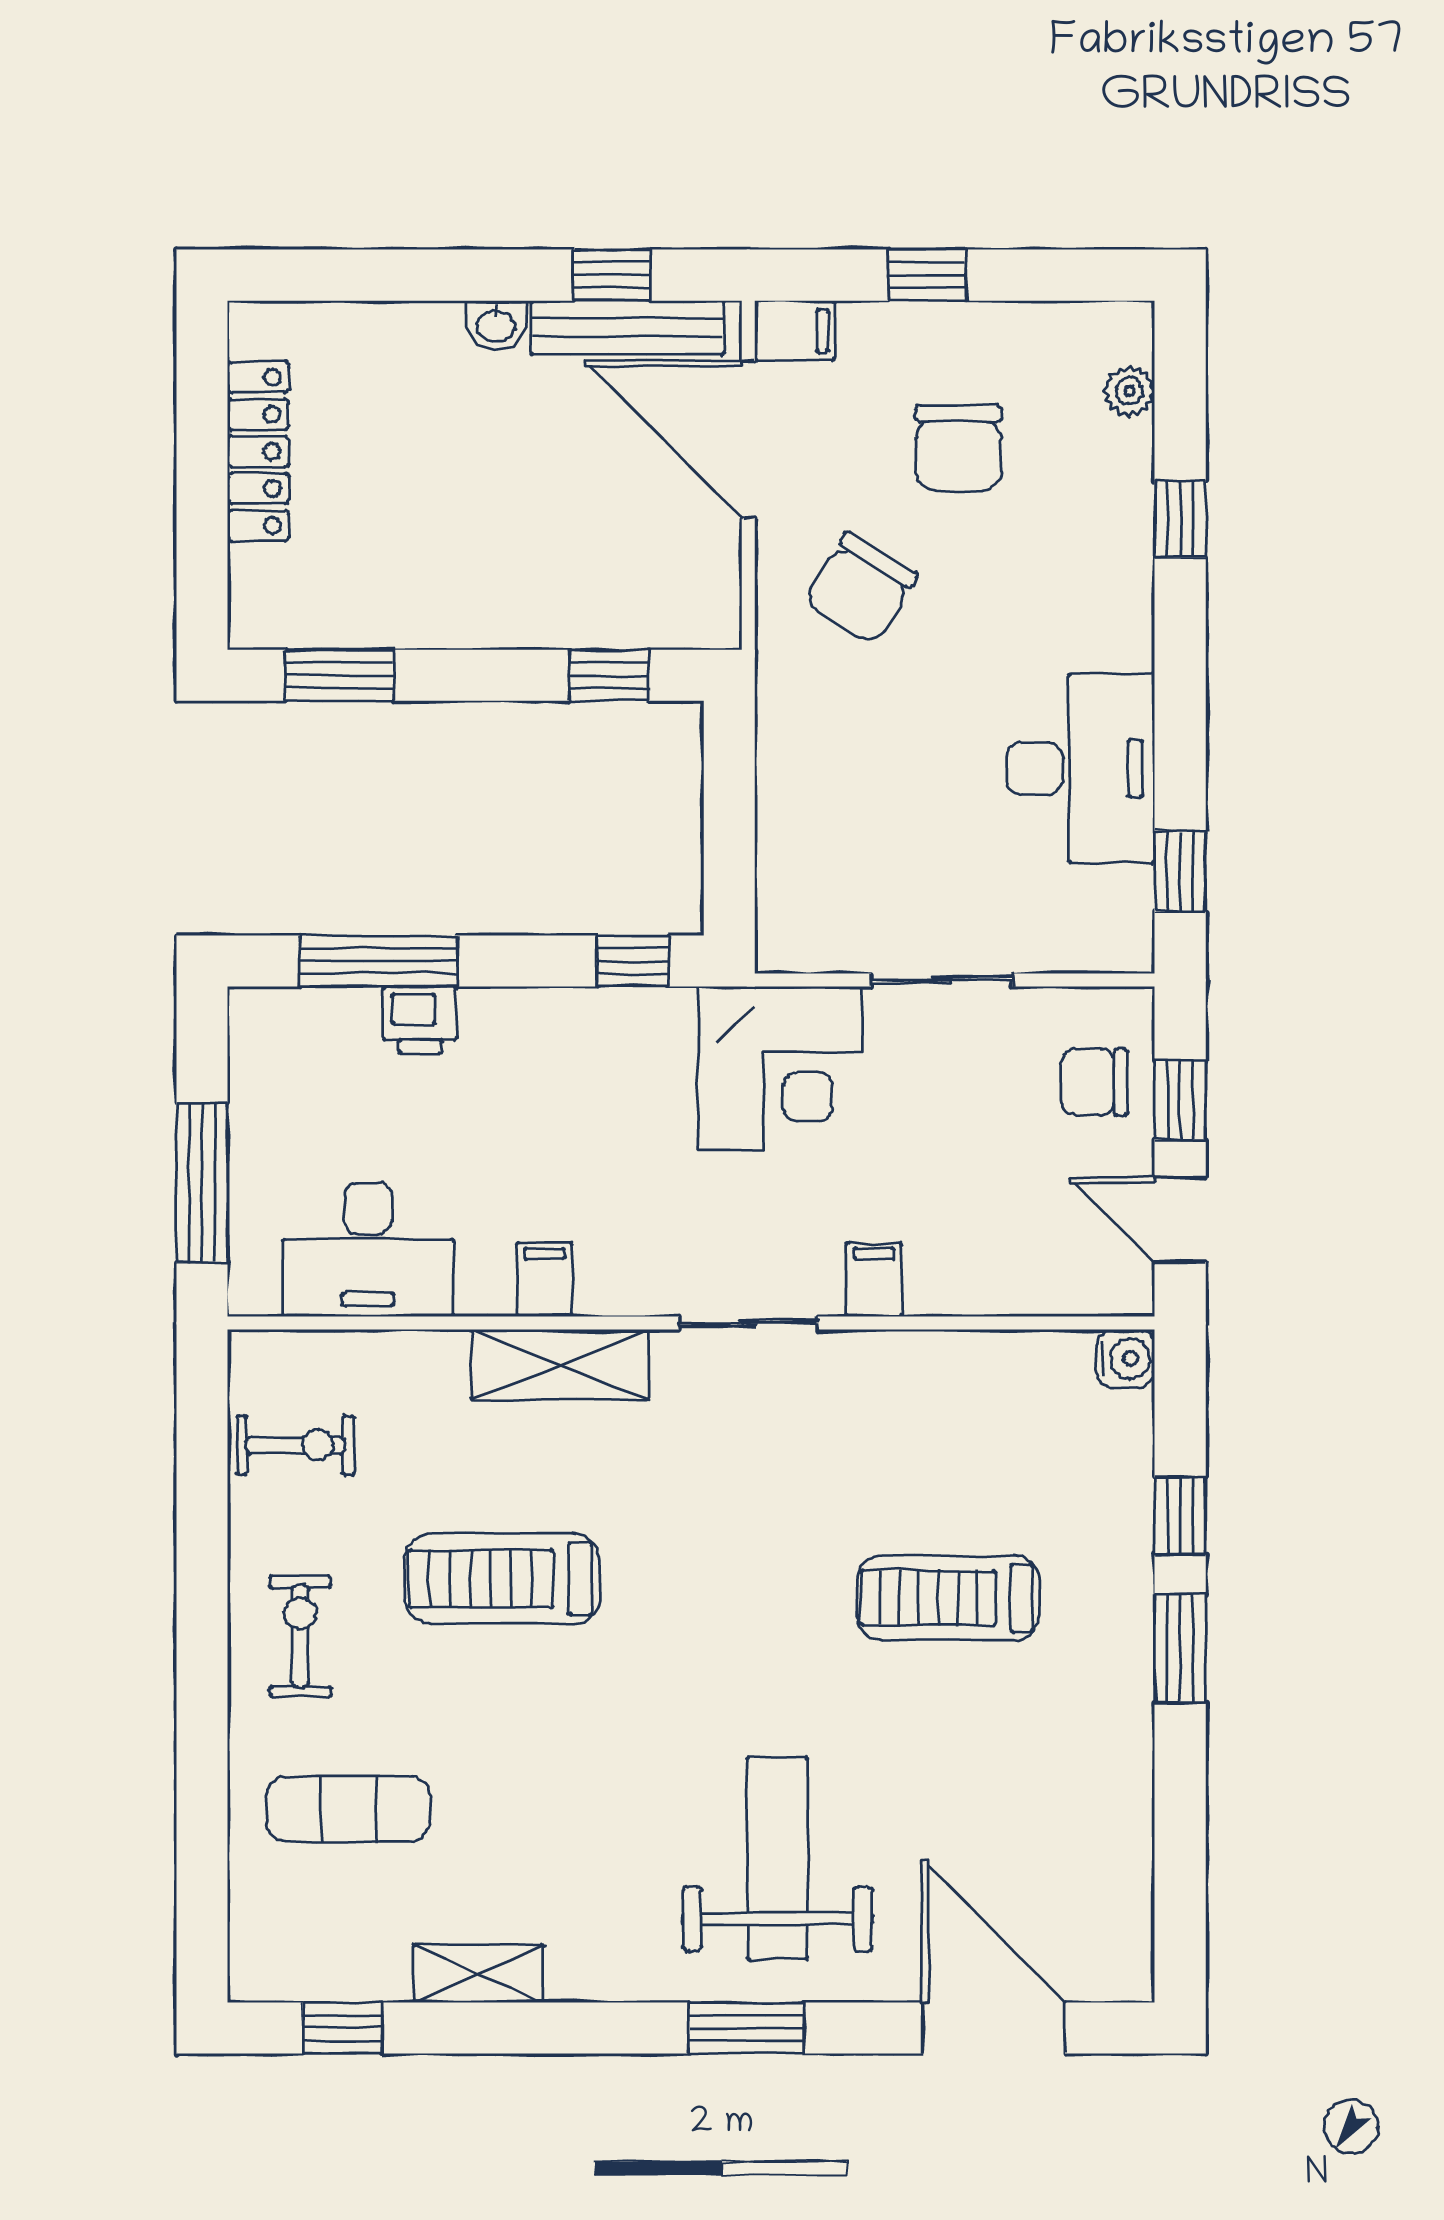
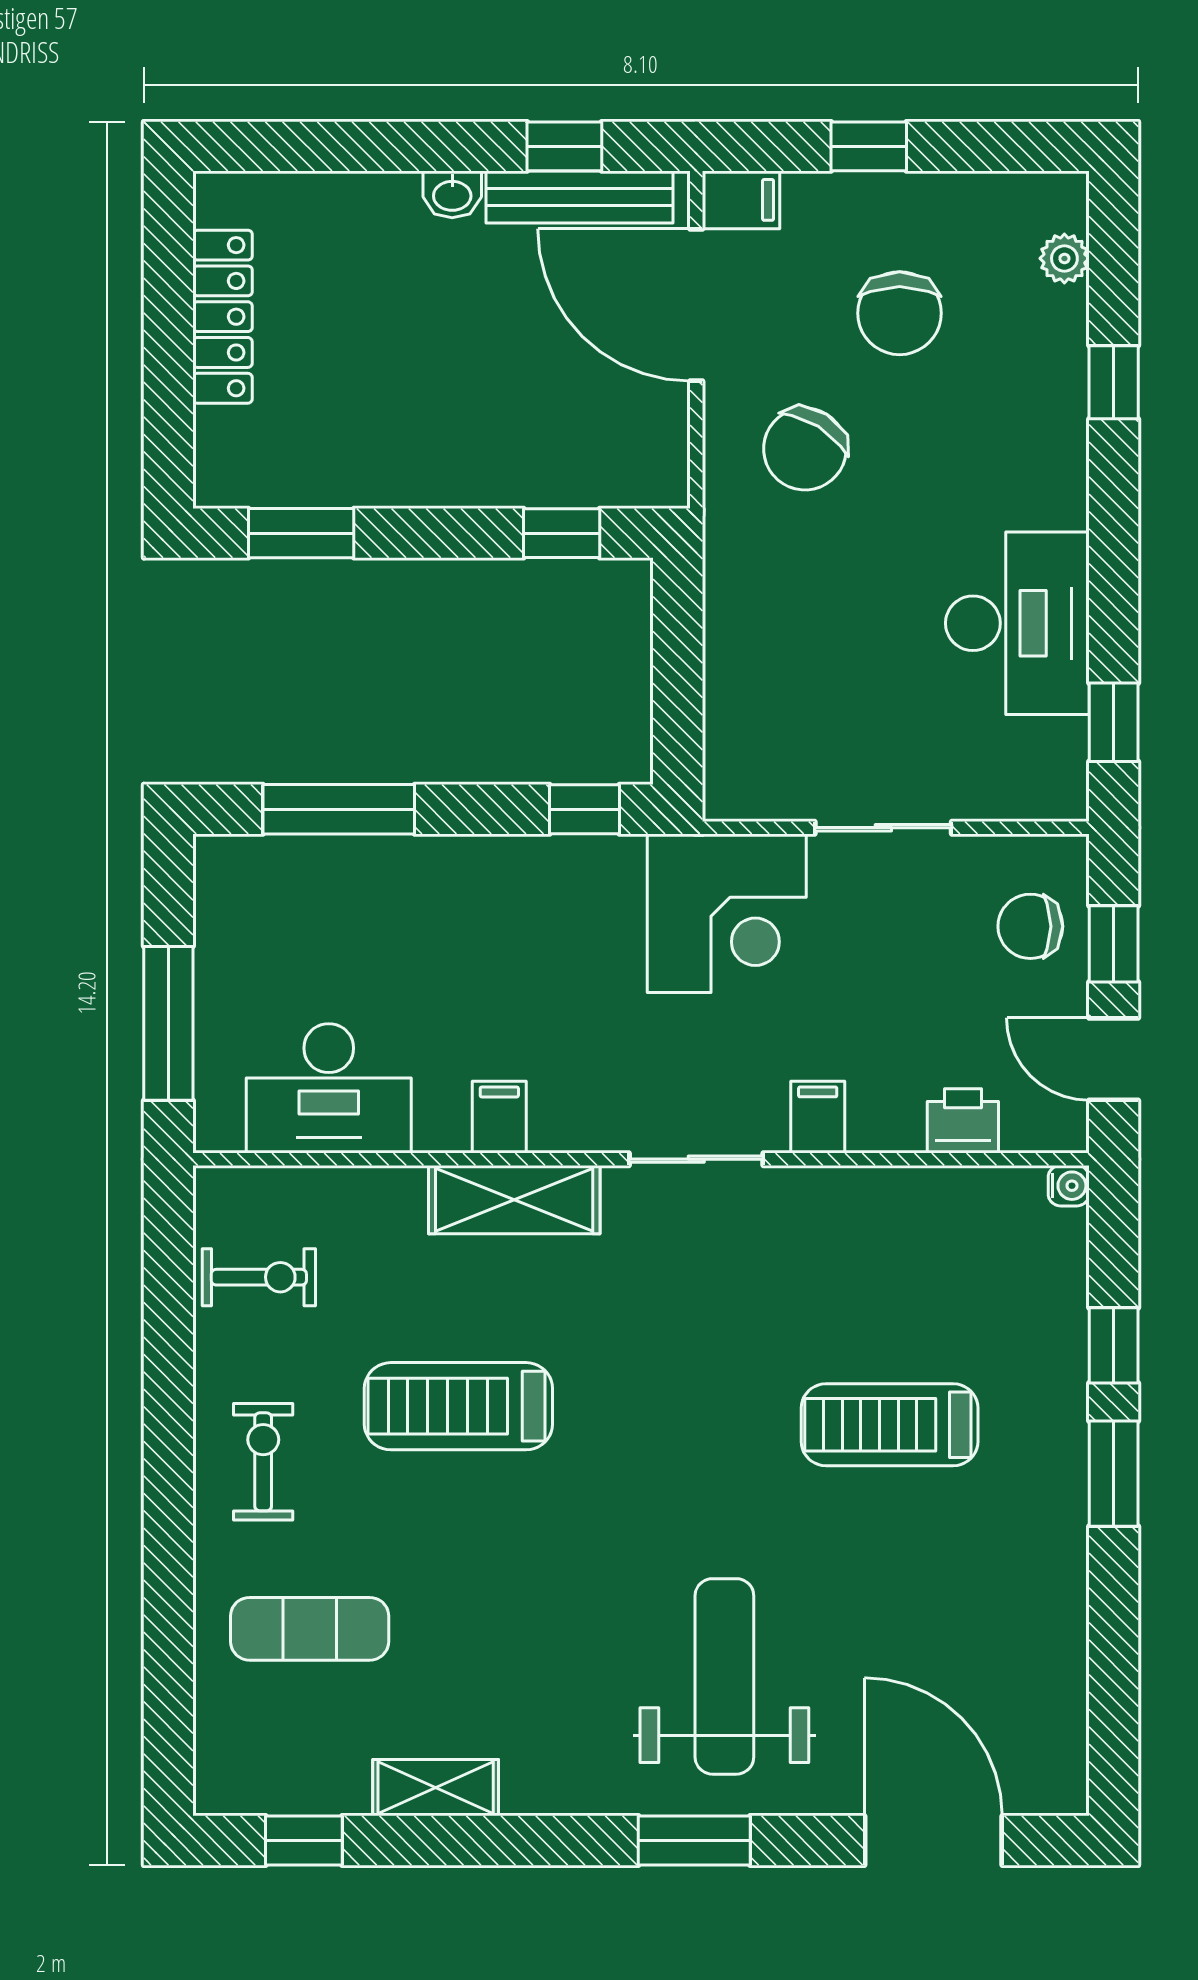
printer: (420, 1020) -> (963, 1121), moved, turned 180
water cooler: (1126, 1359) -> (1069, 1186), width x0.72, depth x0.72

